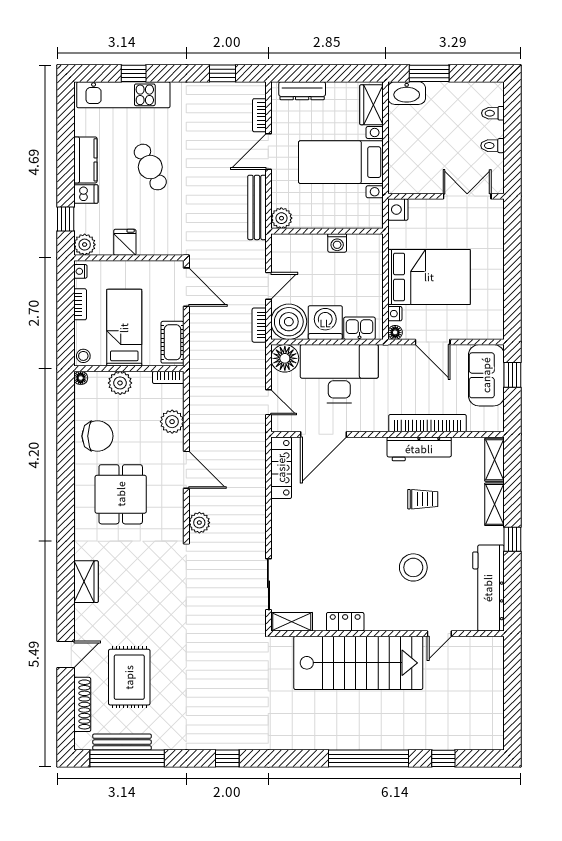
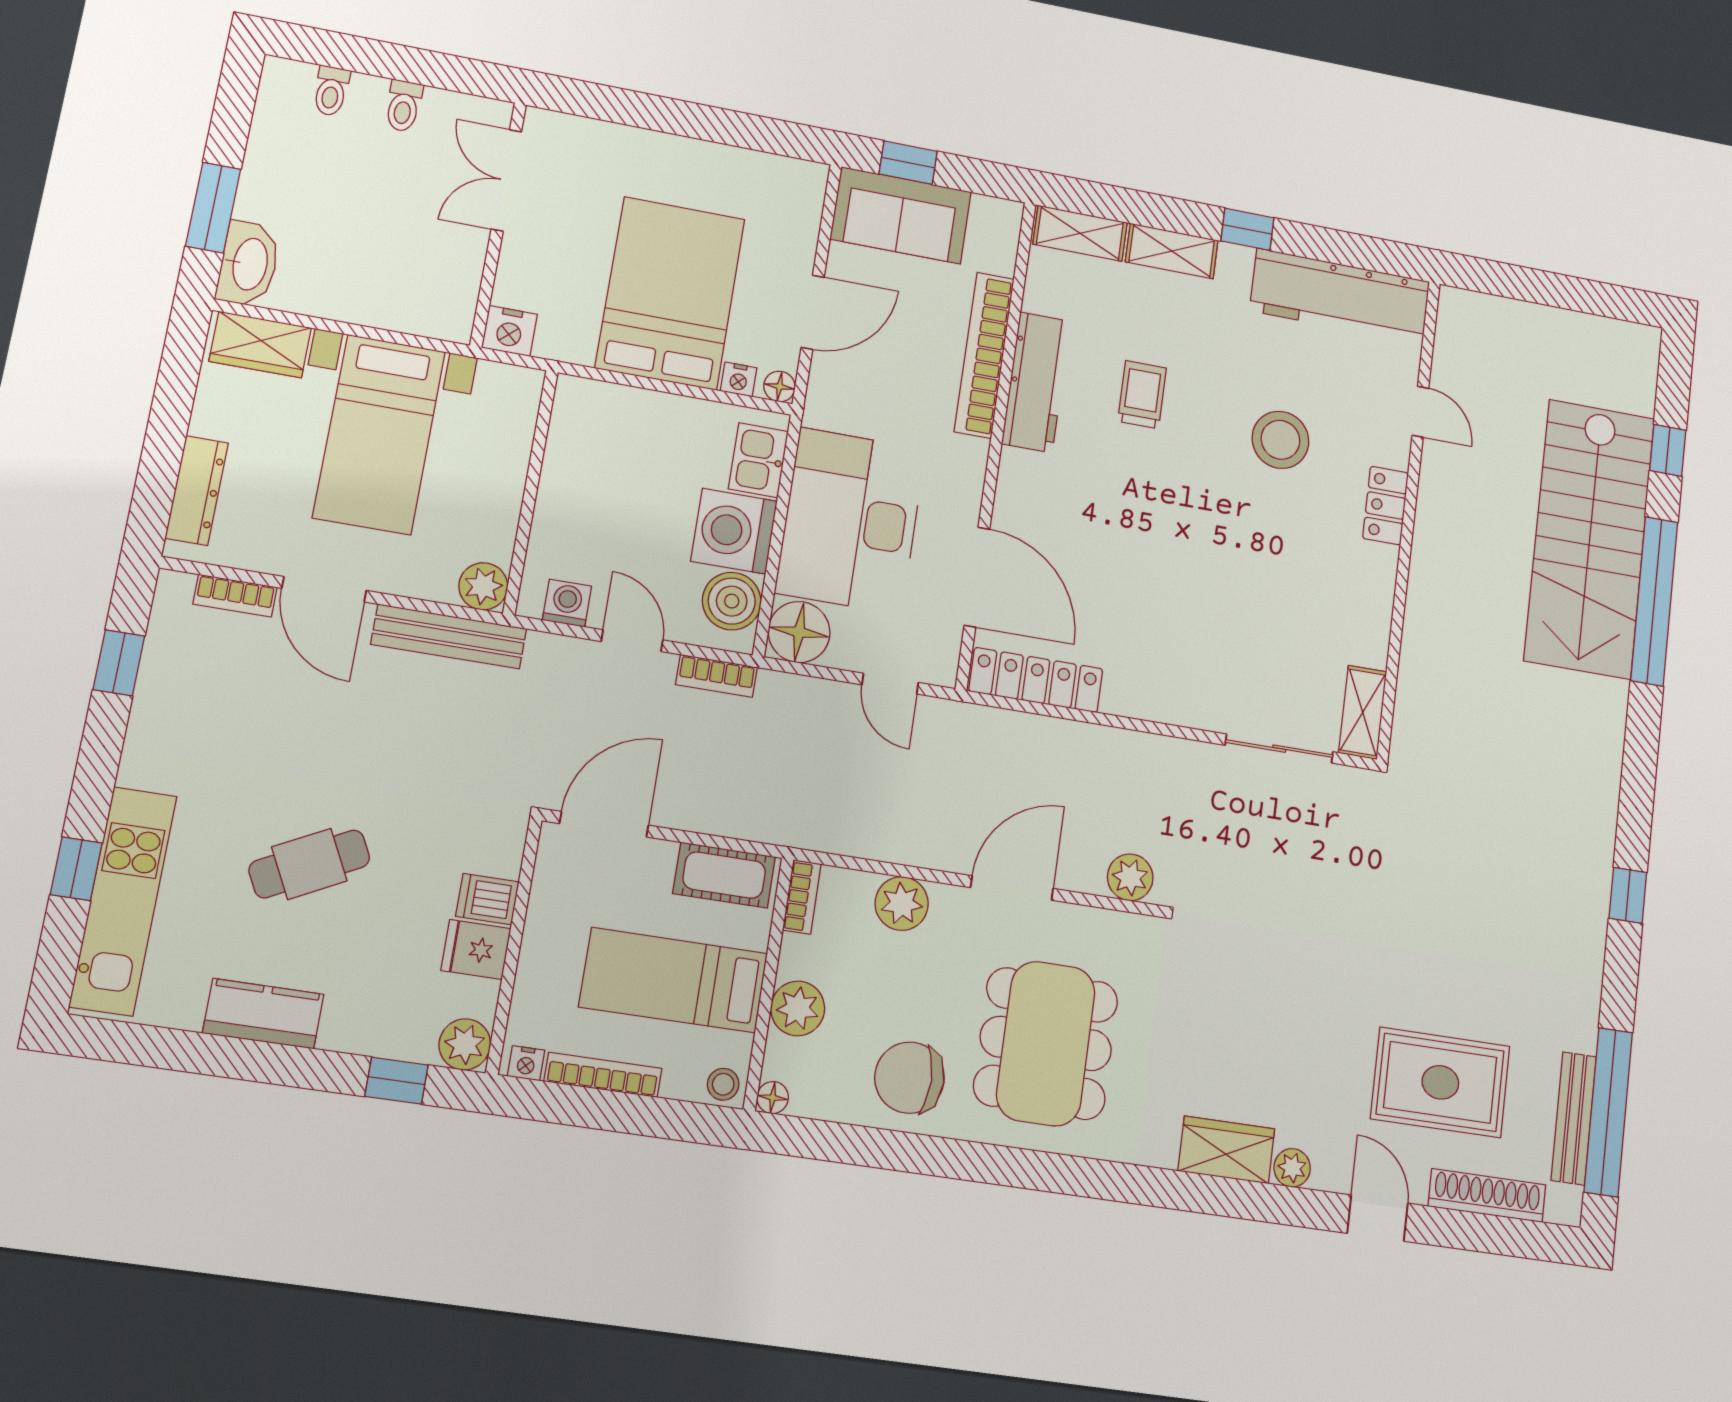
dishwasher: (86, 194) -> (487, 899), moved, turned -90
washing machine: (337, 243) -> (567, 603), moved, turned -90
bookcase: (80, 304) -> (603, 1075), width x1.56
boiler: (289, 322) -> (732, 601), width x0.73, depth x0.73
door: (268, 402) -> (890, 684), swing flipped
chair: (97, 436) -> (910, 1078), turned -90
dining table: (121, 494) -> (1046, 1043), width x1.38
plant: (82, 613) -> (1292, 1168), added
locker: (345, 622) -> (1386, 506), moved
stairs: (358, 663) -> (1590, 539), moved, turned 180

